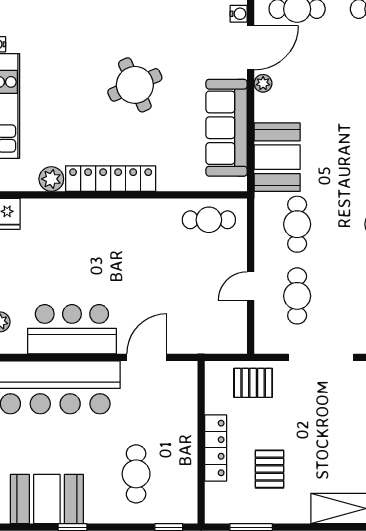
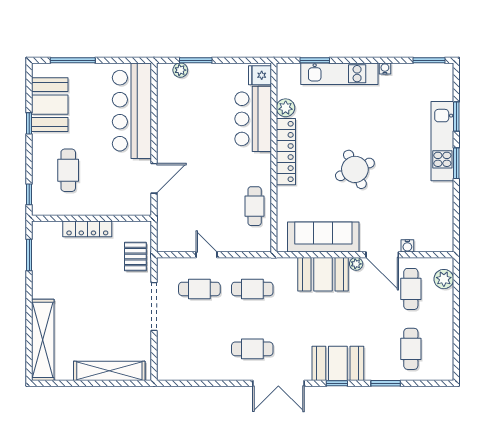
booth: (277, 157) -> (323, 274), moved
cafe table: (209, 220) -> (255, 206), moved
bar counter: (72, 329) -> (253, 119), moved, turned 180
door: (147, 357) -> (154, 178), hinge flipped
pallet: (269, 469) -> (72, 269), removed
cafe table: (136, 474) -> (68, 170), turned 90

